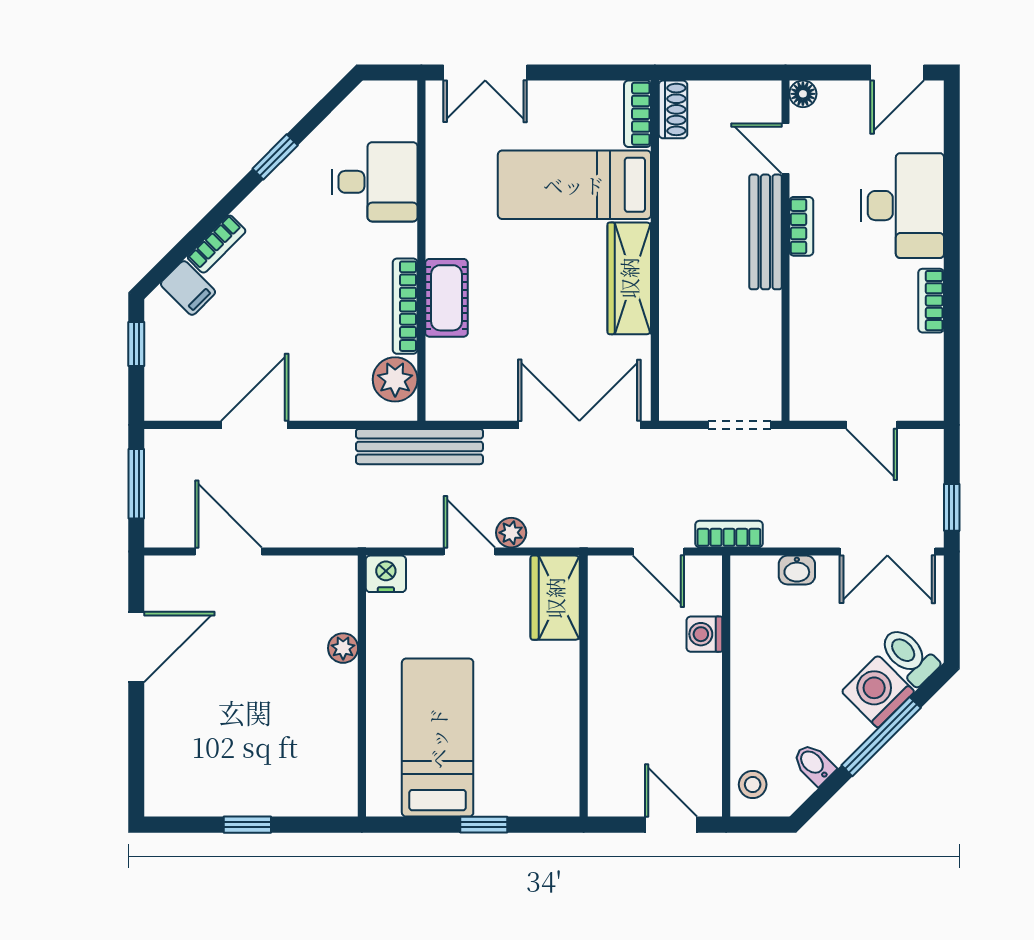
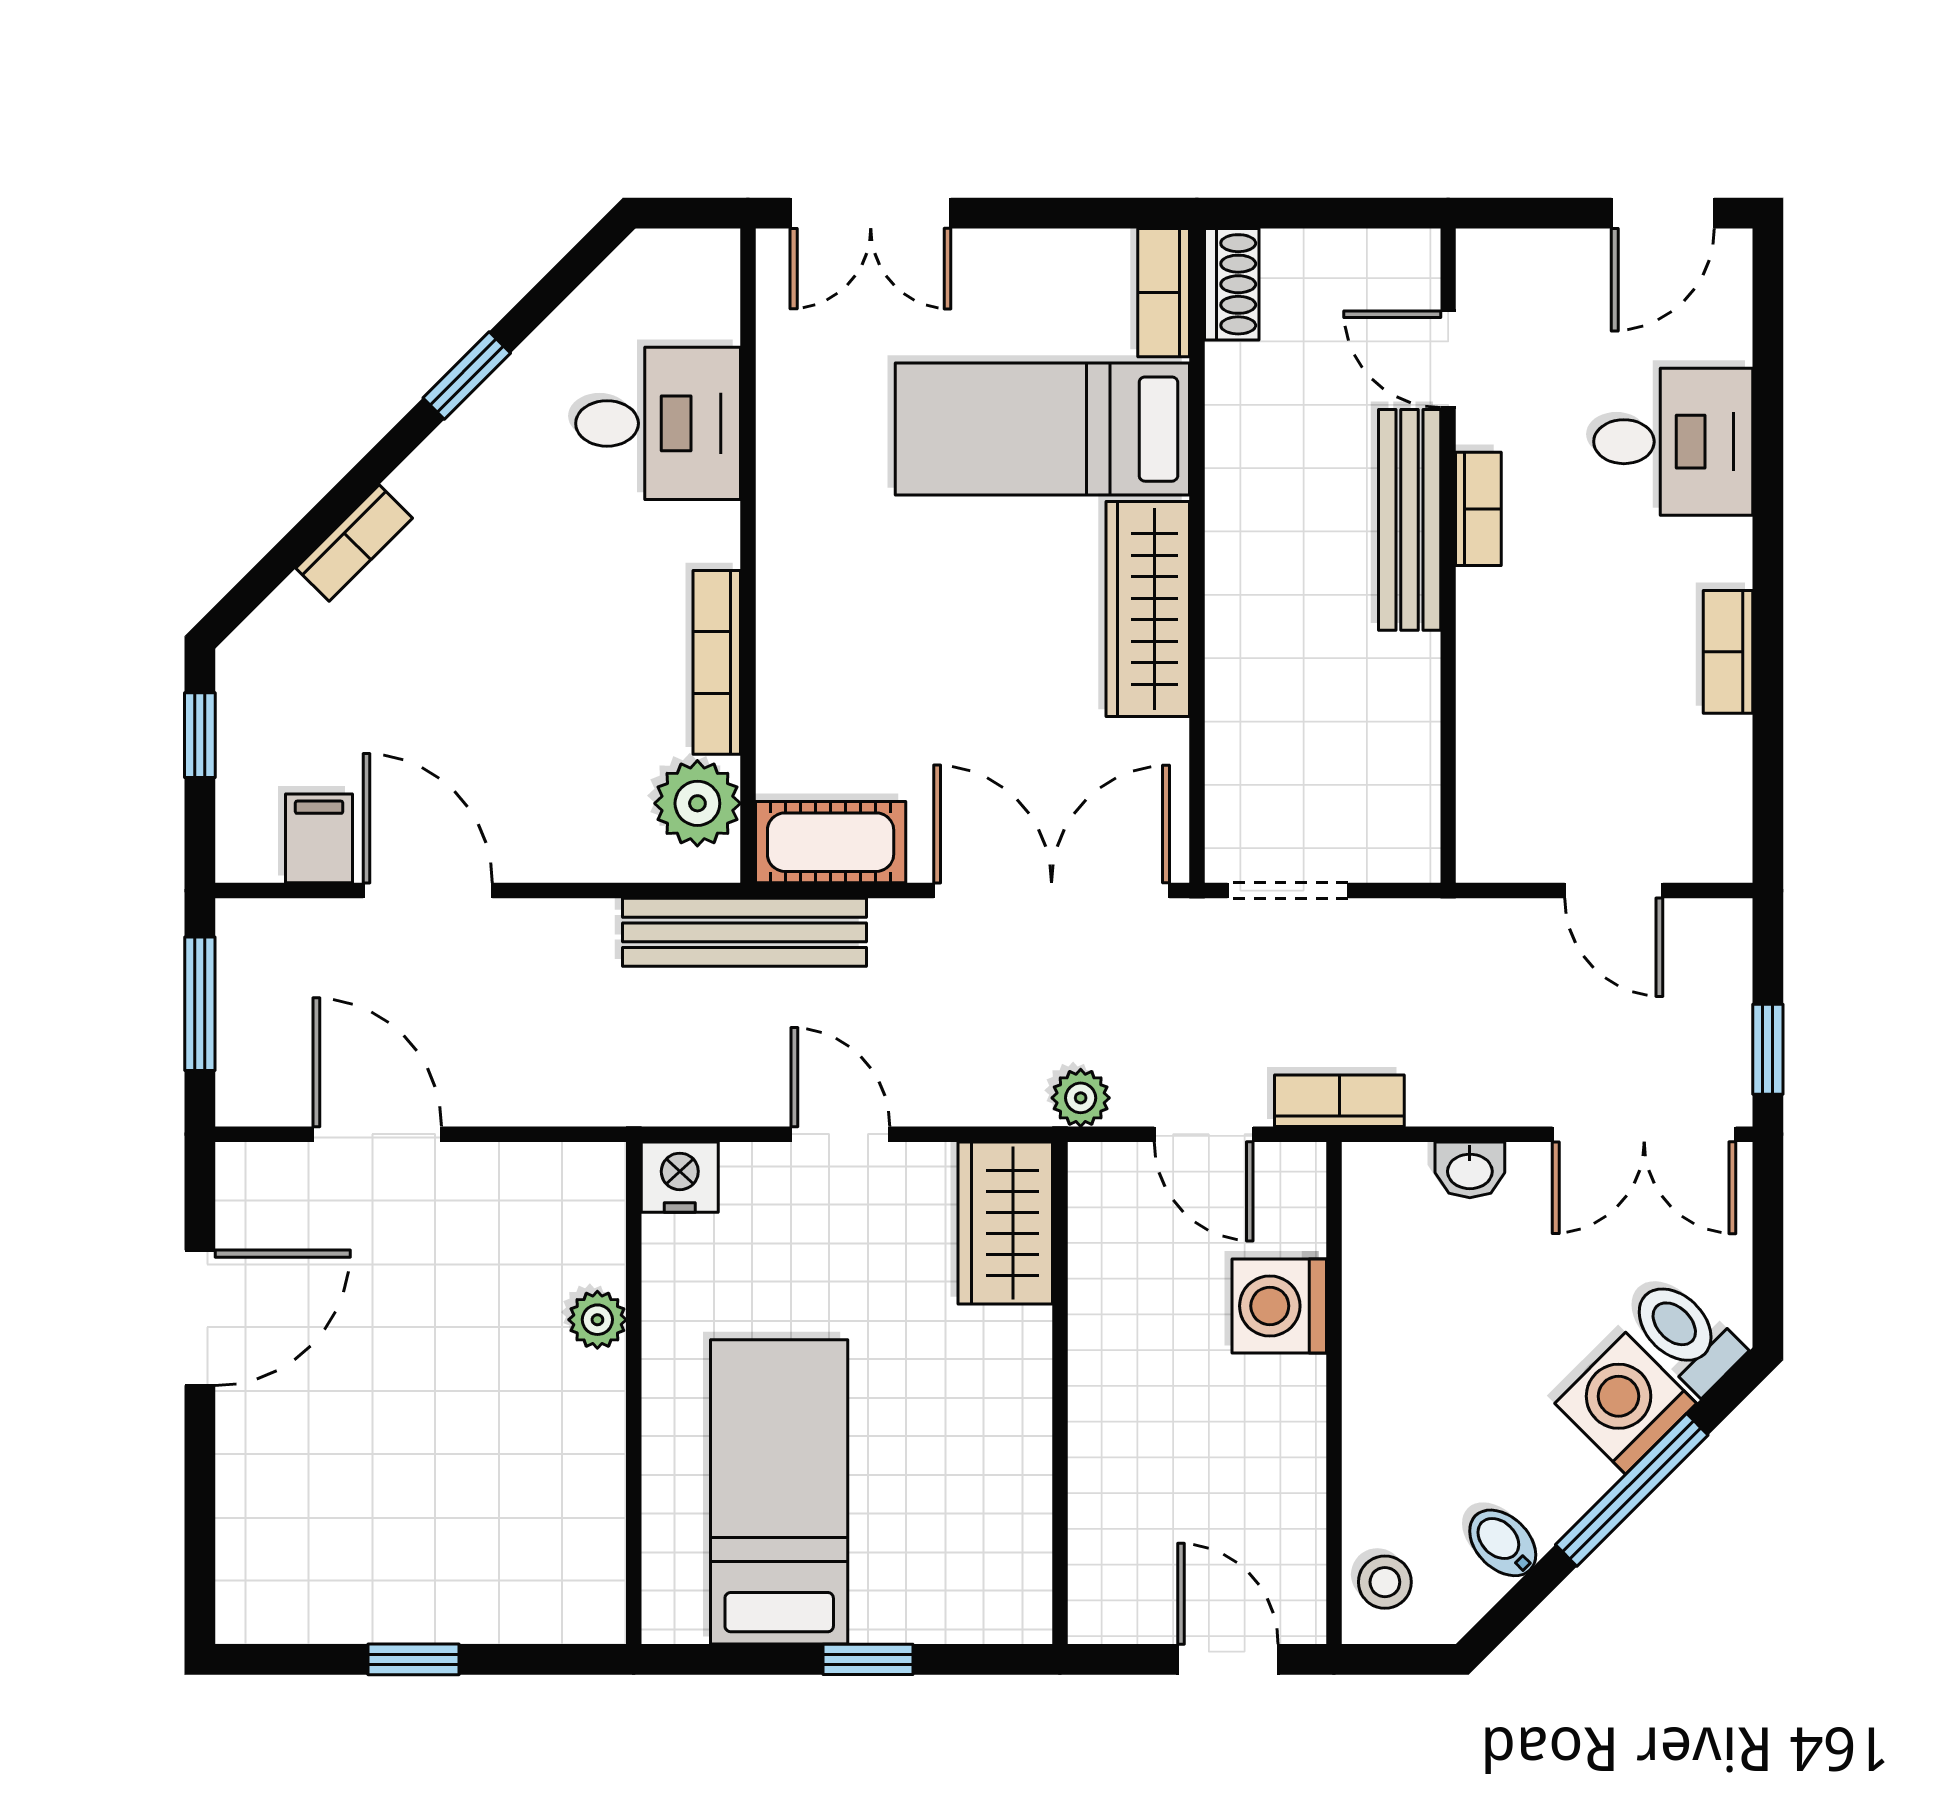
floor lamp: (803, 94) -> (1482, 254), removed
desk: (903, 206) -> (1673, 442), width x0.73
filing cabinet: (188, 288) -> (319, 838), moved, turned -135
cot: (447, 298) -> (831, 842), moved, turned 90
door: (255, 425) -> (428, 891), hinge flipped
doorway: (740, 425) -> (1288, 891), moved
plant: (511, 533) -> (1081, 1098), moved
washing machine: (704, 634) -> (1279, 1306), width x1.38, depth x1.38

